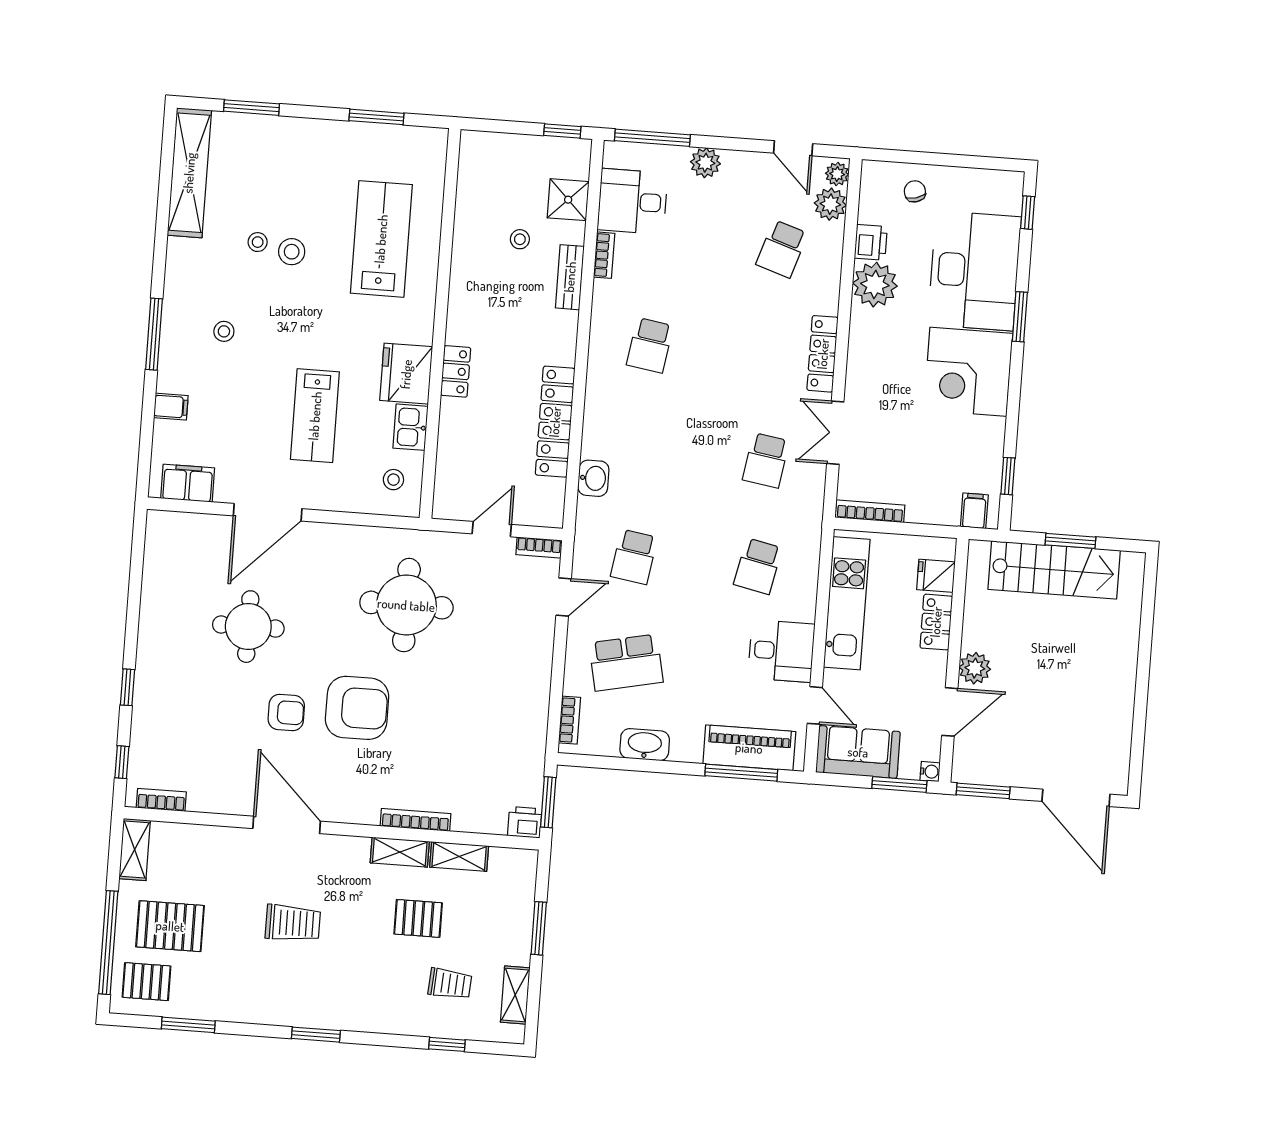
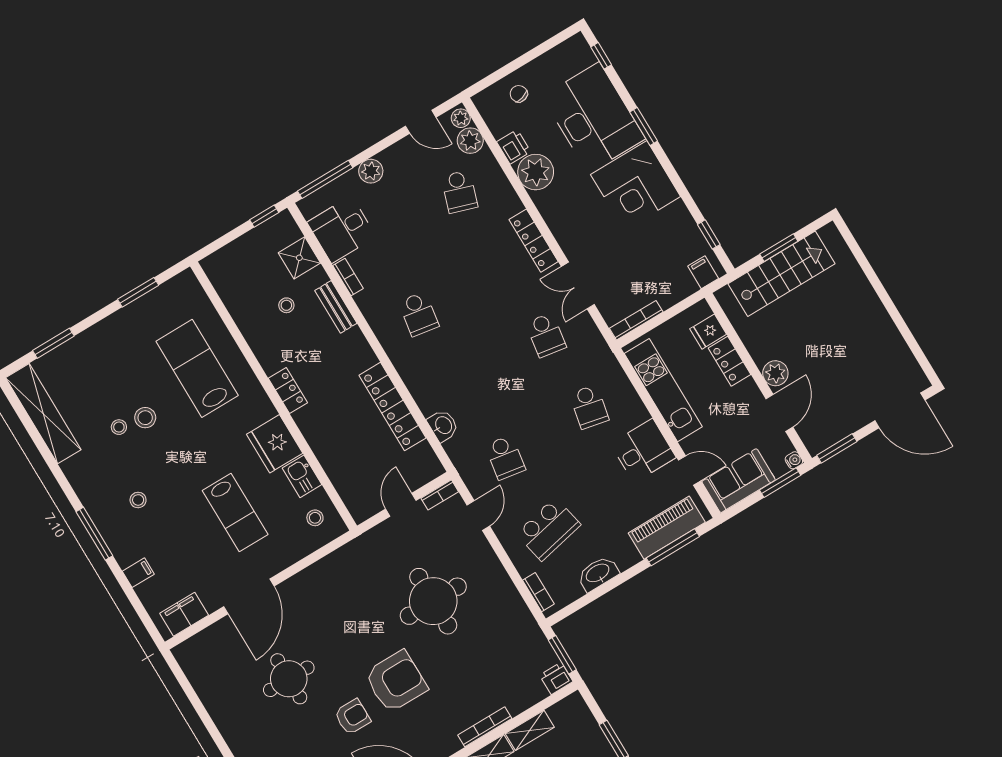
locker: (456, 371) -> (288, 390), moved
round table: (406, 605) -> (433, 601), moved

